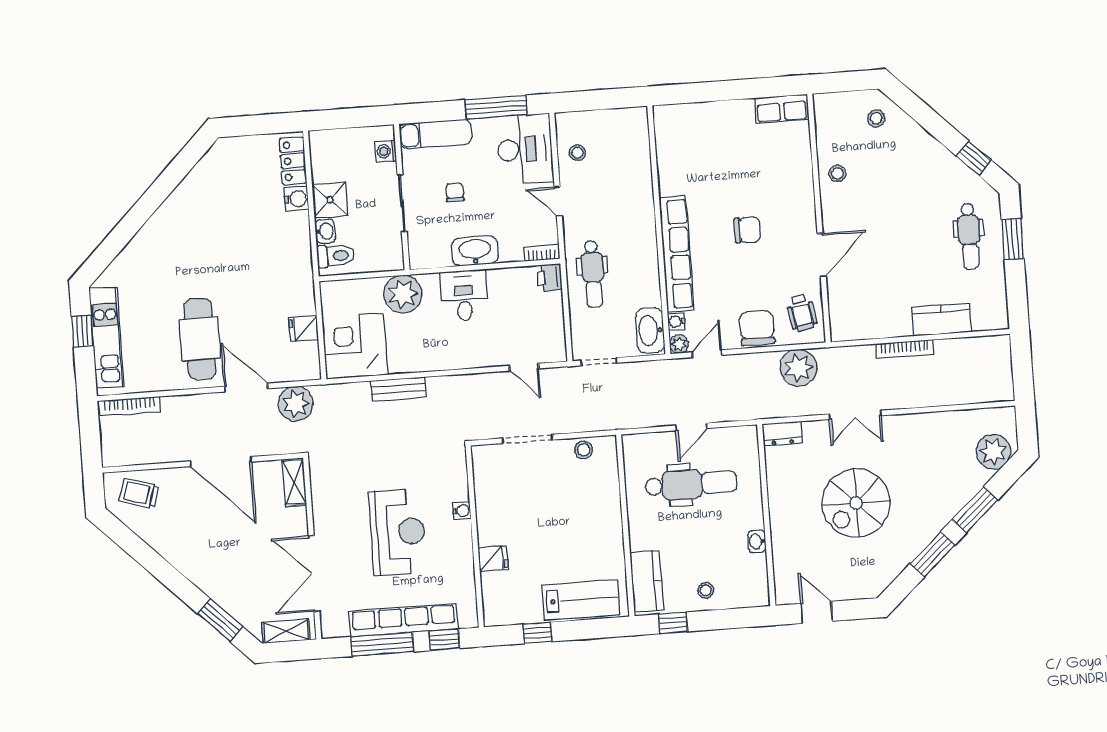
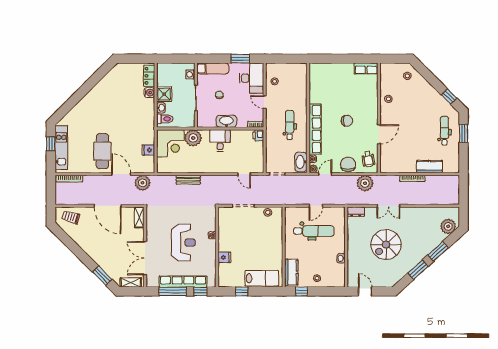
window: (496, 107) -> (240, 59), width x0.69
dental chair: (969, 236) -> (444, 131), turned 180
dental chair: (593, 274) -> (290, 125), moved, turned 180
corner desk: (355, 346) -> (170, 143), moved, turned 180

